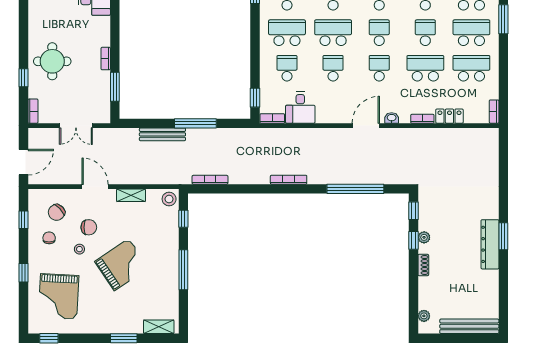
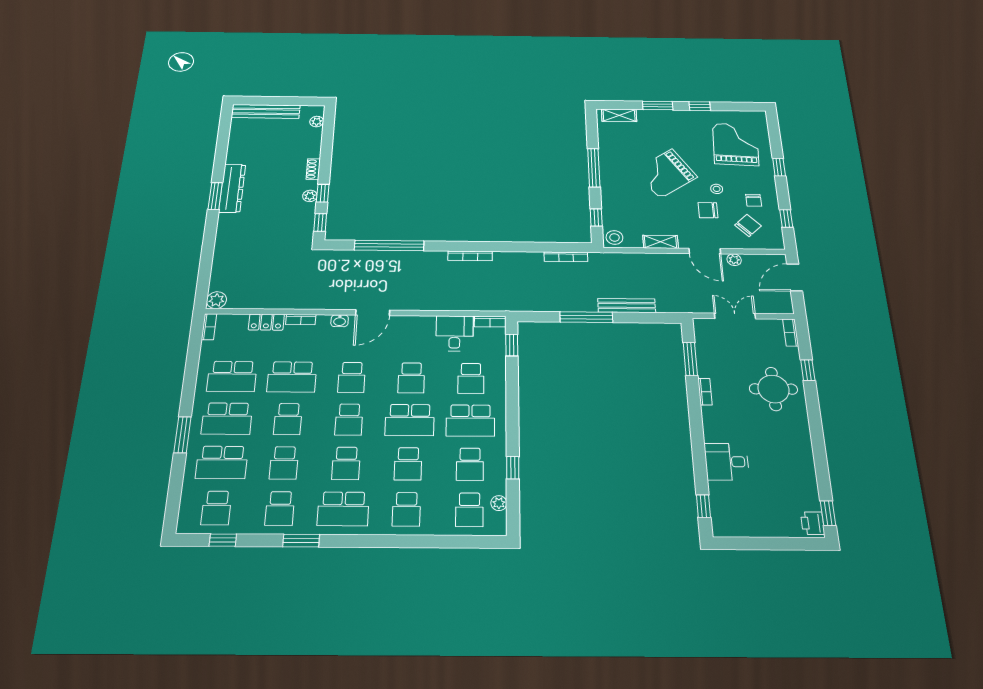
plant: (491, 136) -> (216, 300), added
plant: (71, 179) -> (734, 260), added
window: (49, 338) -> (700, 106), moved

